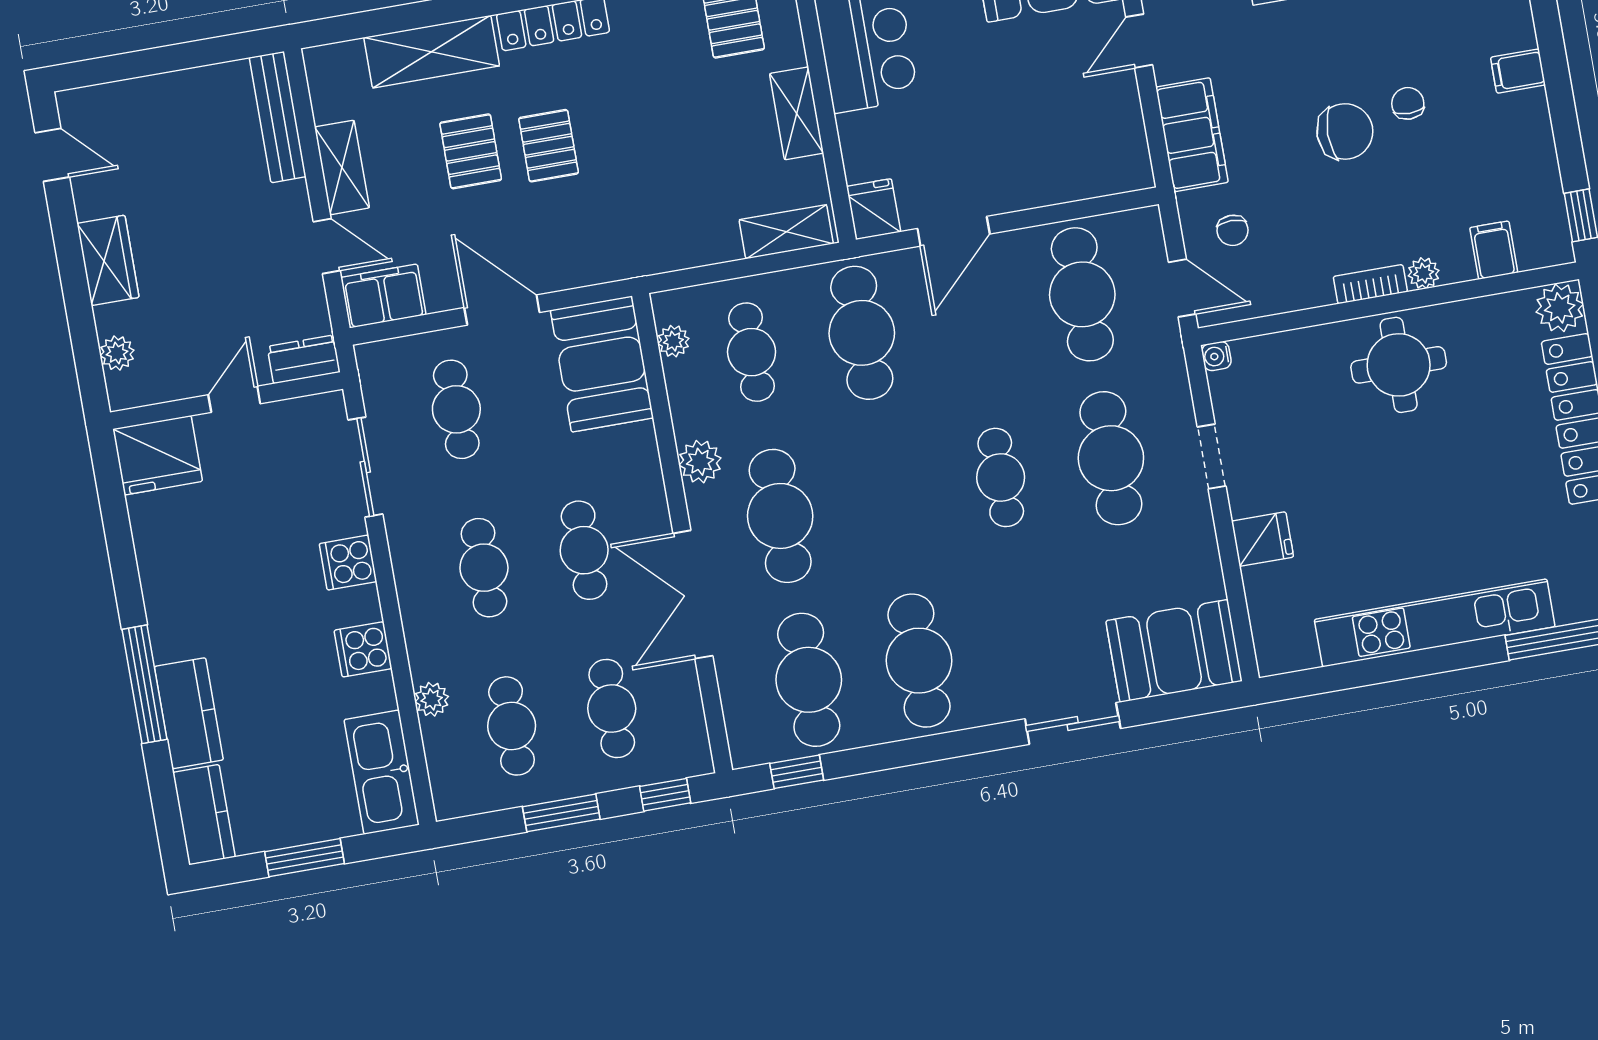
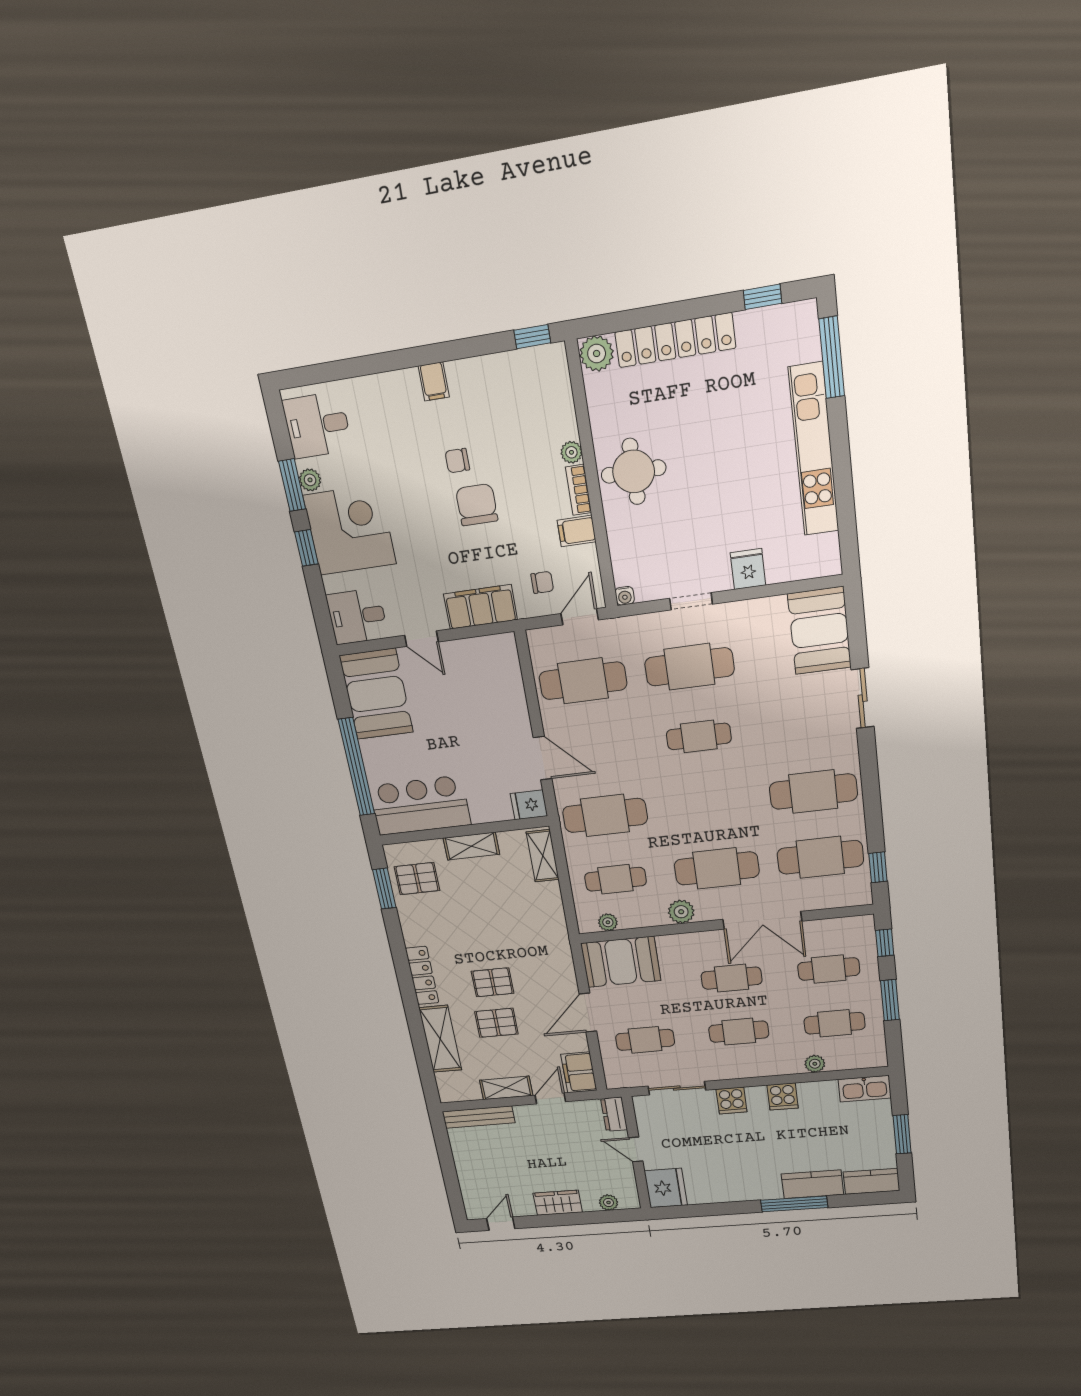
filing cabinet: (1494, 250) -> (577, 531), moved
kitchen sink: (382, 772) -> (865, 1089), width x0.73, depth x0.81

